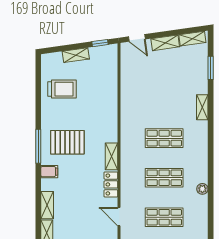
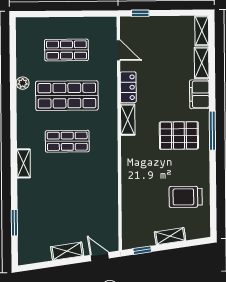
shelving: (192, 39) -> (36, 256), removed
shelving: (202, 107) -> (24, 163), moved
filing cabinet: (49, 172) -> (199, 94), width x2.00
shop shelf: (164, 178) -> (67, 96), width x1.43, depth x1.36

